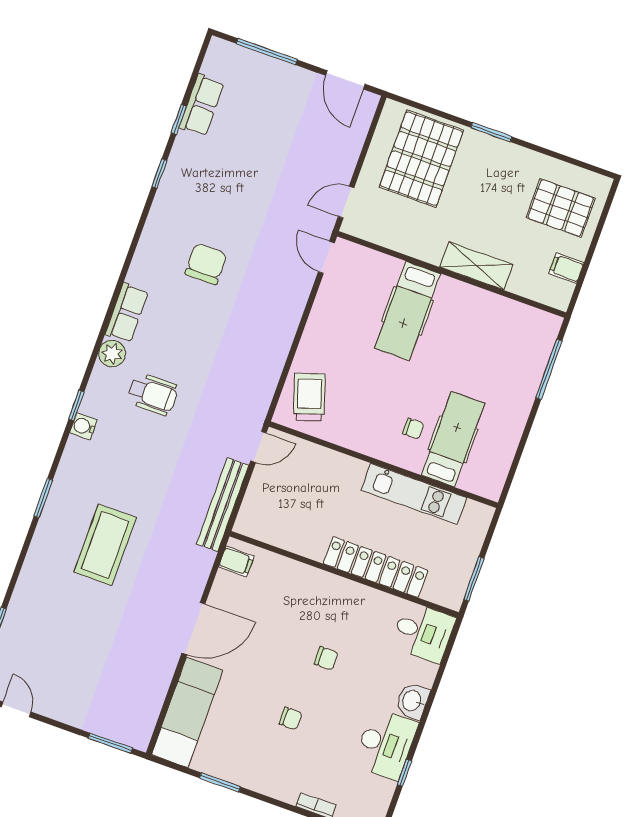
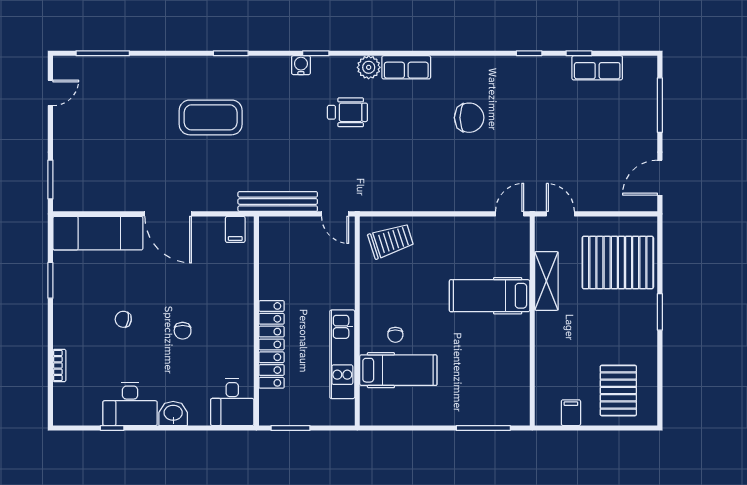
shelving: (476, 266) -> (546, 281), moved
wheelchair: (153, 394) -> (347, 112), turned -90
chair: (291, 718) -> (123, 319), turned 99

